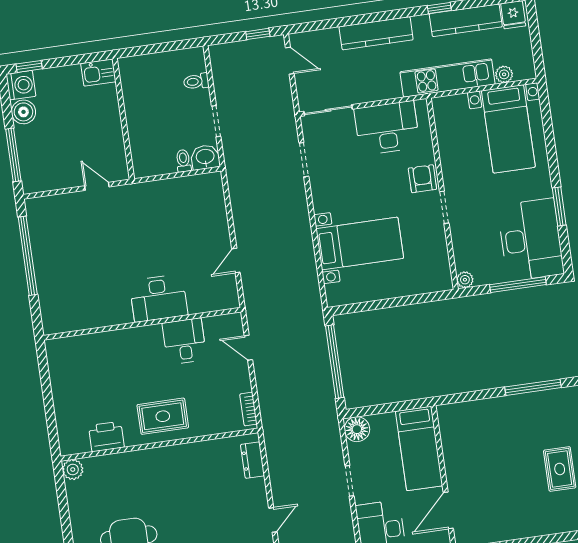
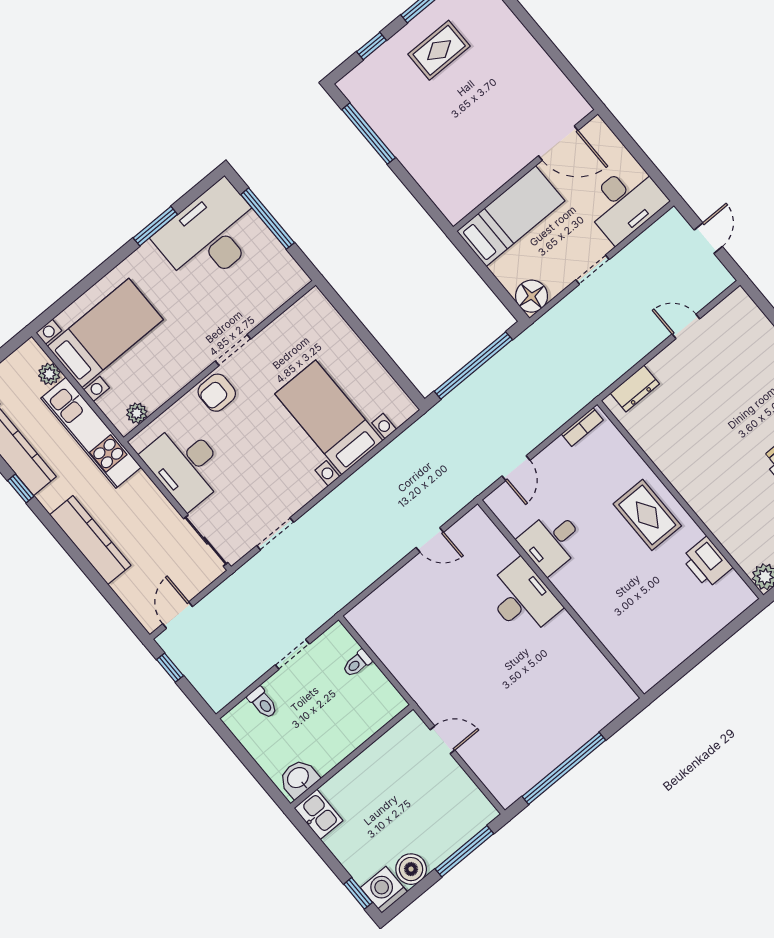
washbasin: (205, 157) -> (298, 778), moved, turned 90
door: (97, 186) -> (442, 740), swing flipped
plant: (465, 280) -> (137, 413), moved

